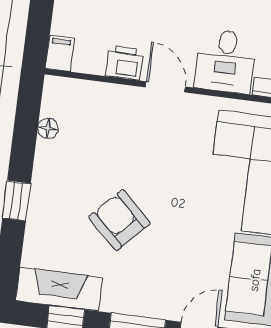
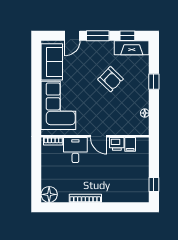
filing cabinet: (60, 53) -> (130, 144), moved

